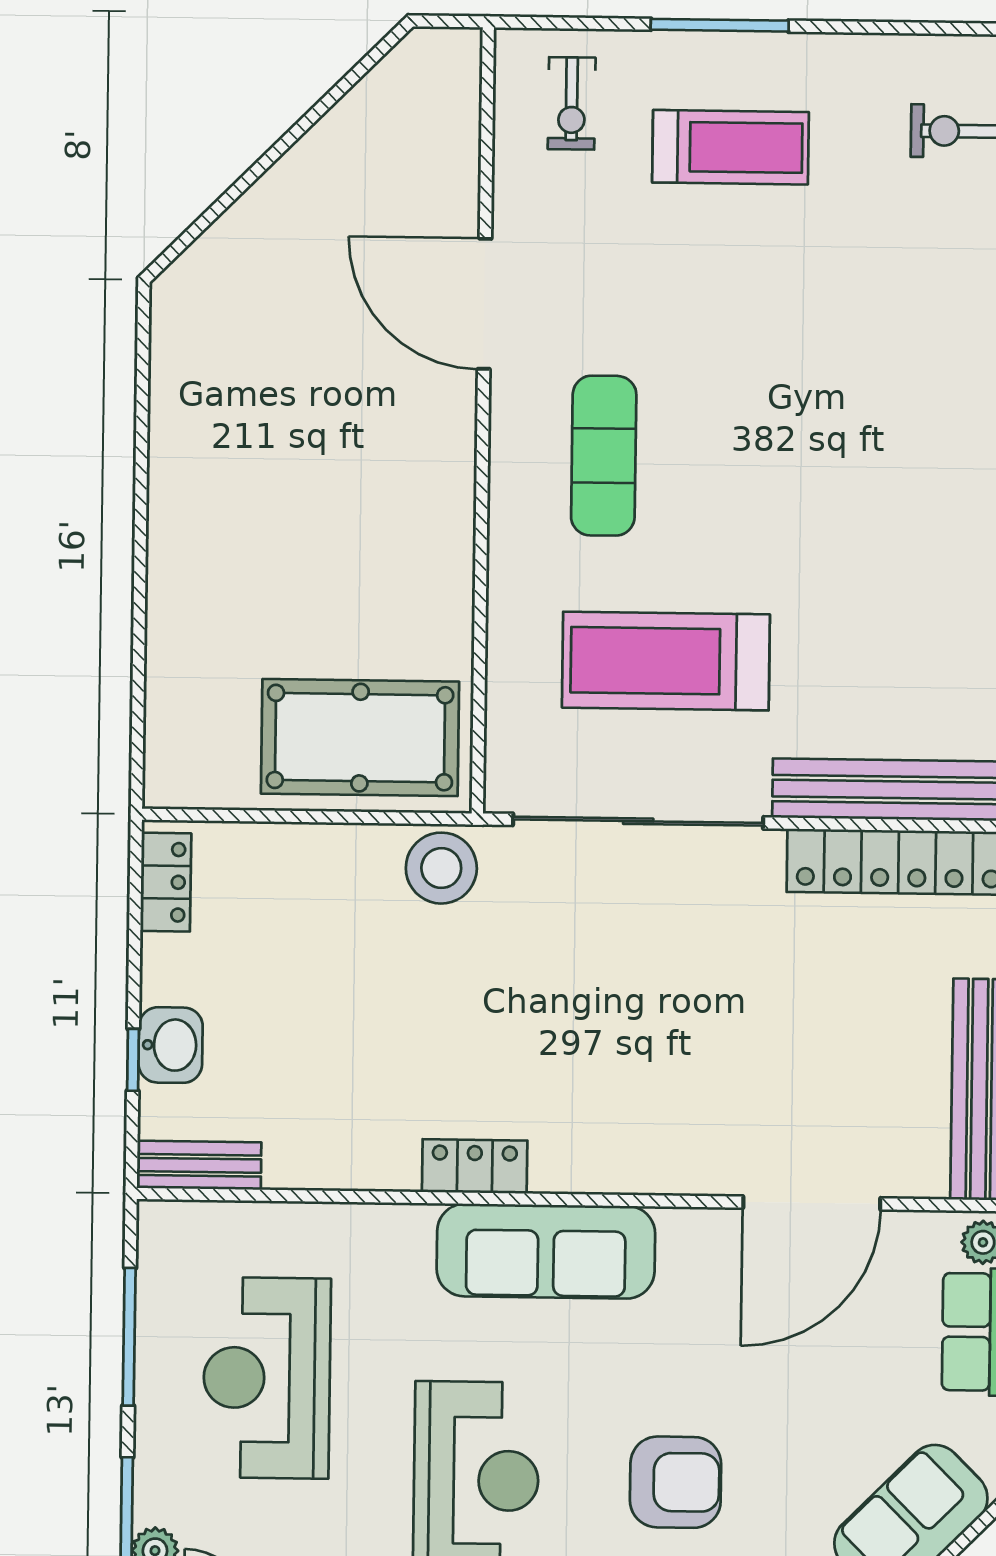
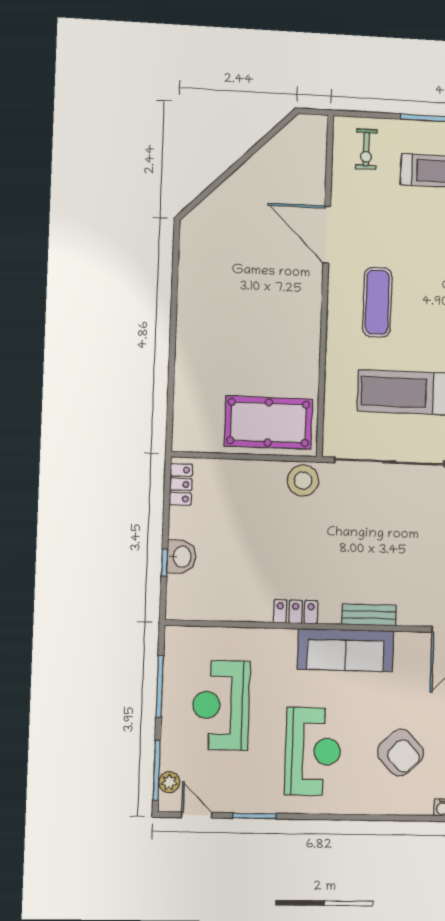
bench: (199, 1165) -> (369, 615), moved
locker: (475, 1166) -> (296, 612), moved
armchair: (676, 1482) -> (400, 753), turned 47

